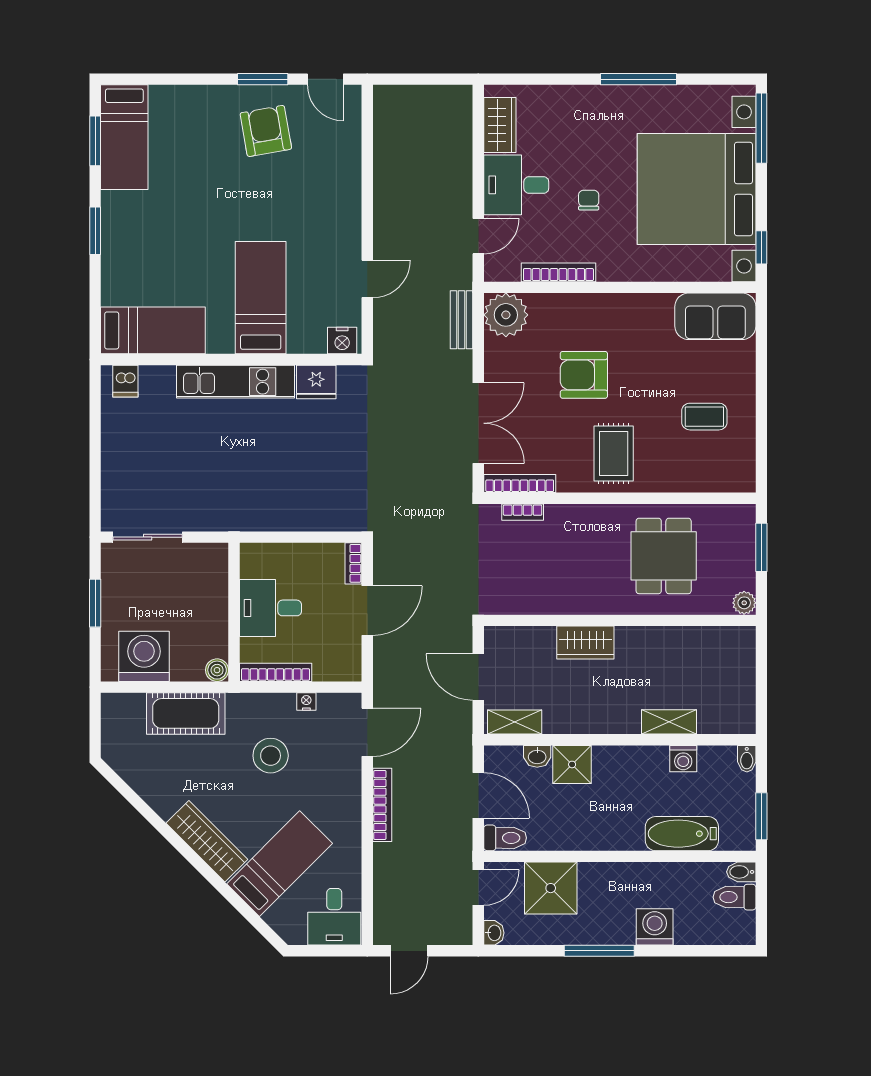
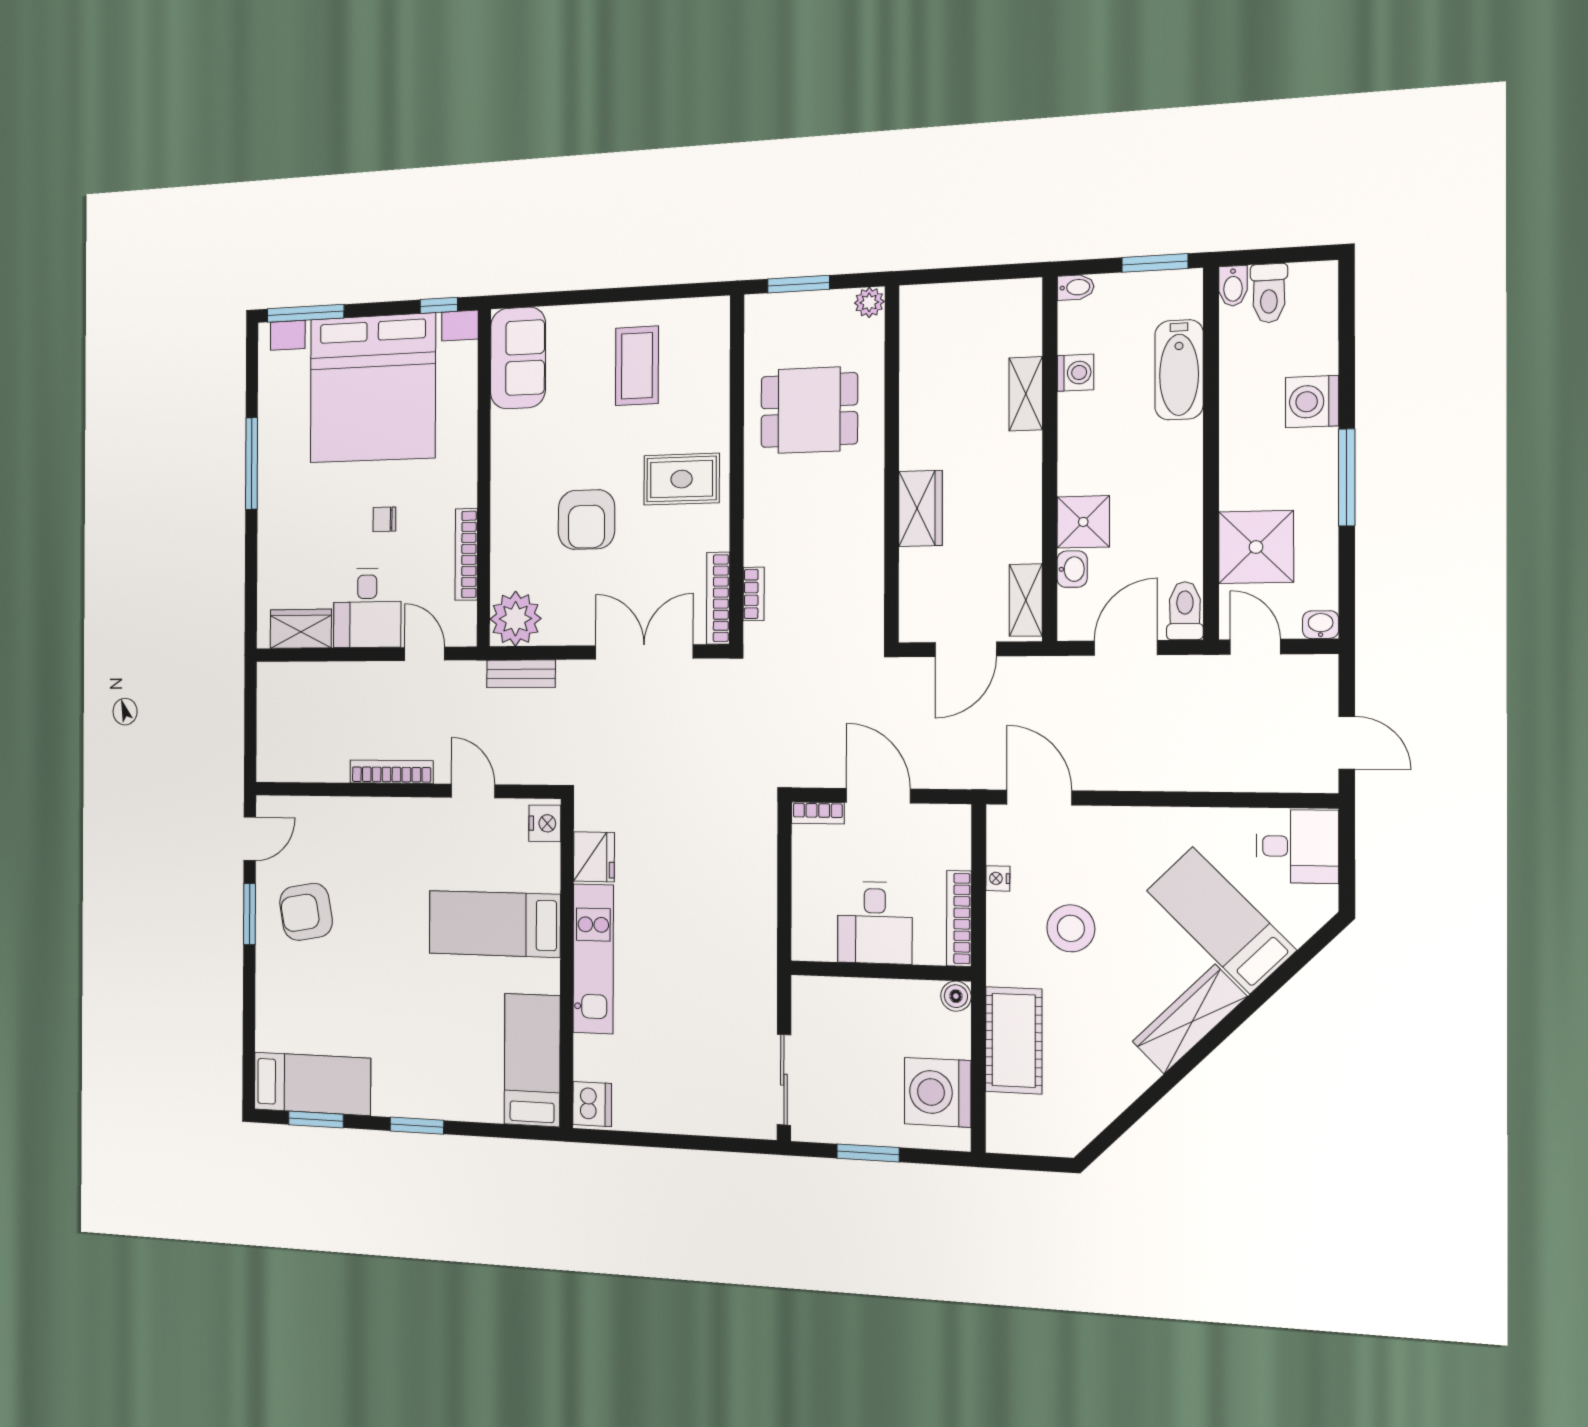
dishwasher: (125, 381) -> (592, 1104), width x1.38
coffee table: (704, 417) -> (637, 366), width x1.36, depth x1.30
bookcase: (382, 805) -> (391, 772), moved

